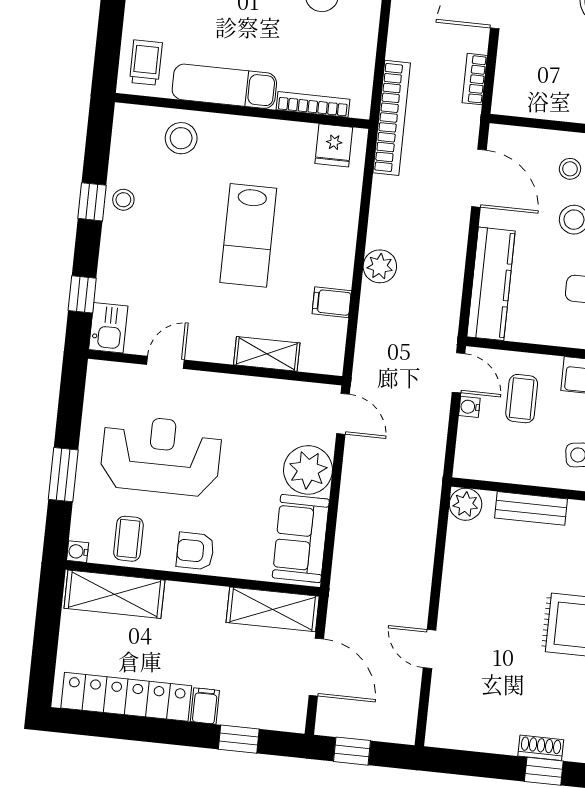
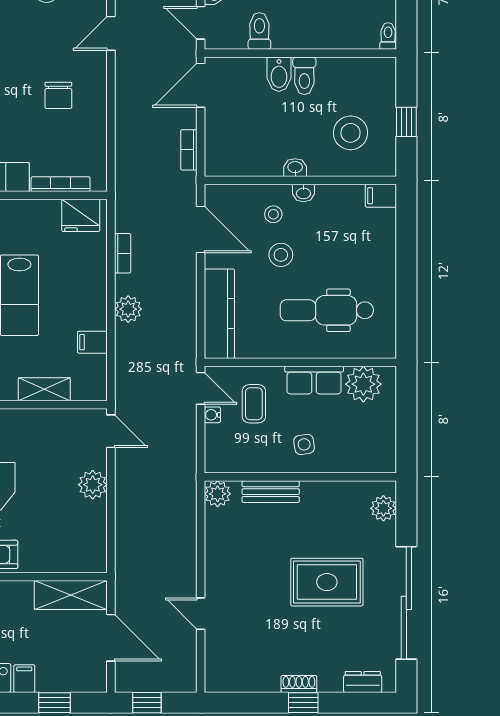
bookcase: (392, 118) -> (123, 253), moved, width x0.43, depth x0.76
fridge: (334, 145) -> (81, 215), width x1.38
plant: (308, 470) -> (93, 485), width x0.73, depth x0.73
sofa: (301, 538) -> (87, 535), removed

